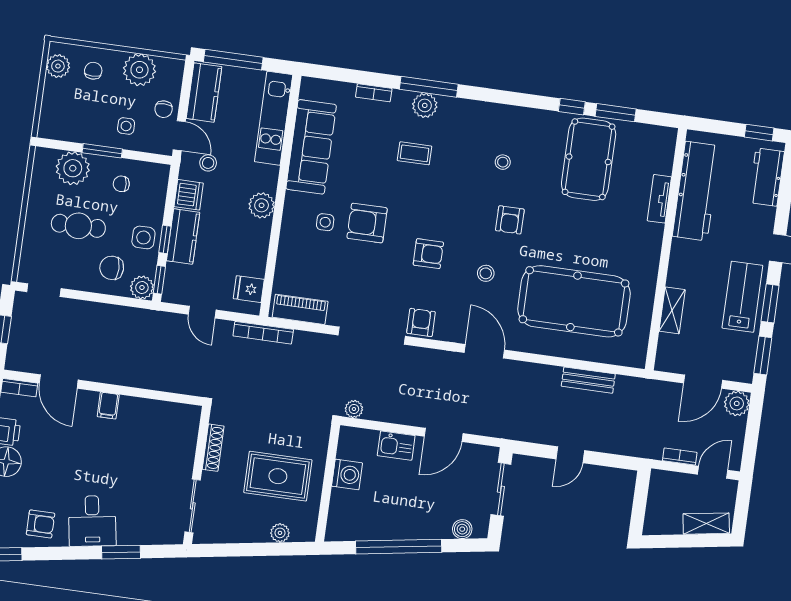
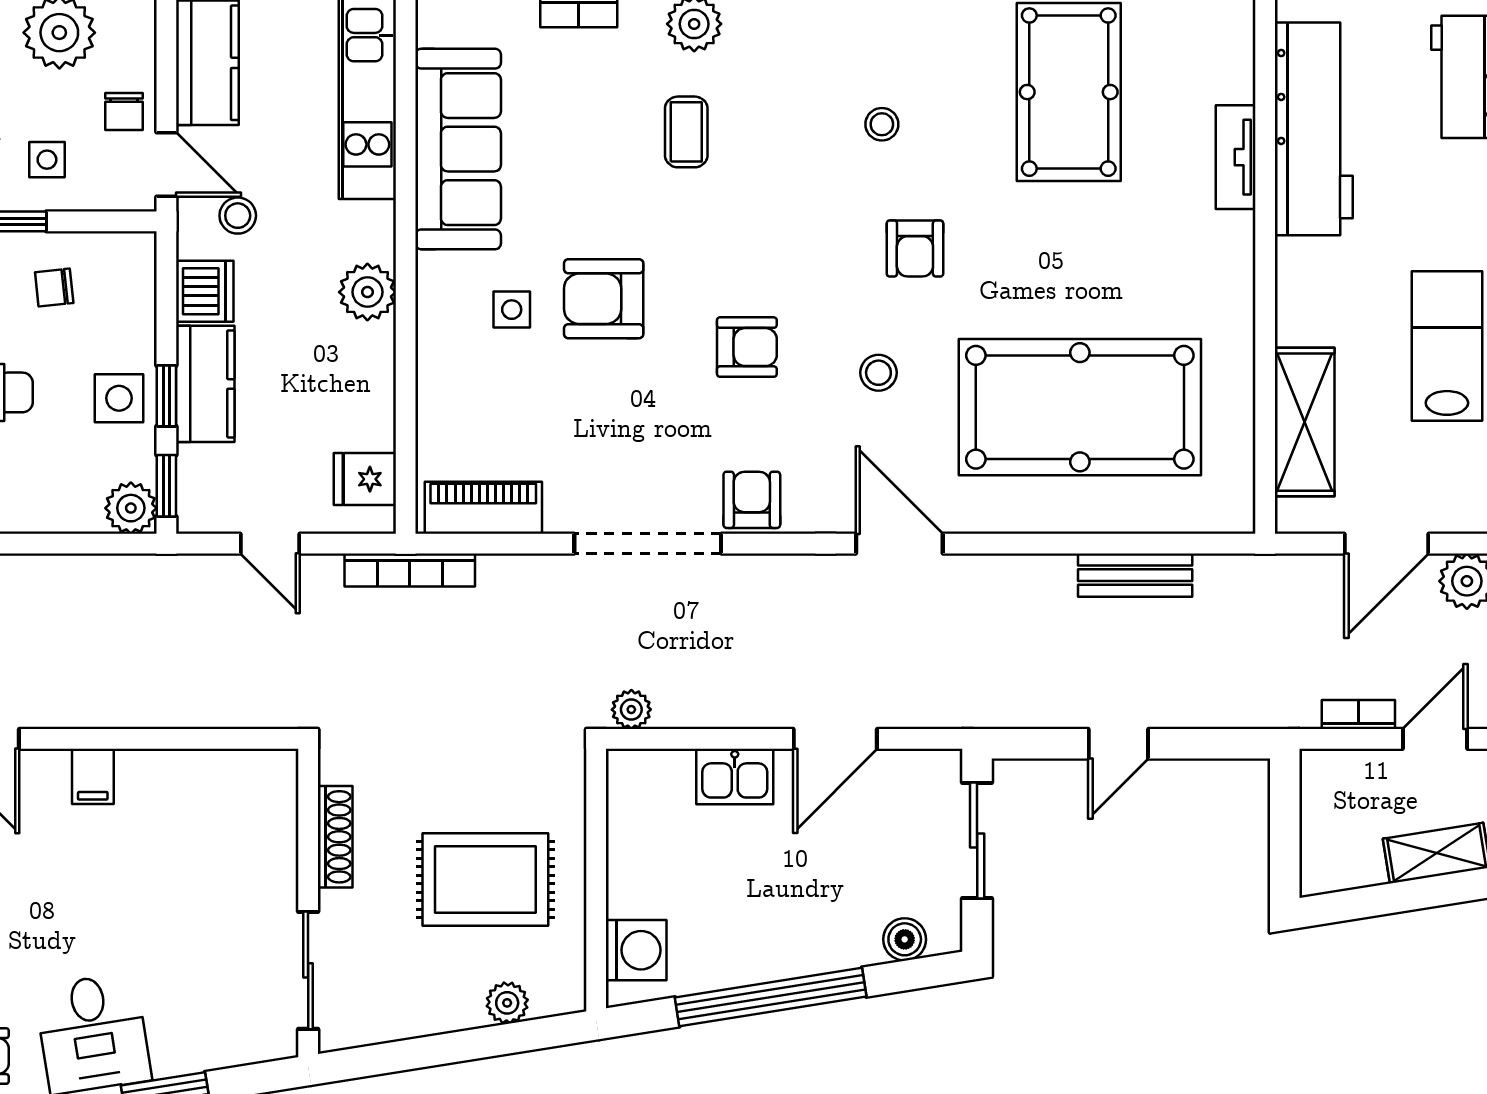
coffee table: (415, 153) -> (686, 132), turned 90
chair: (112, 268) -> (59, 474), removed
shelving: (672, 310) -> (1305, 422), width x1.50, depth x1.33
washing machine: (347, 474) -> (636, 950), moved

